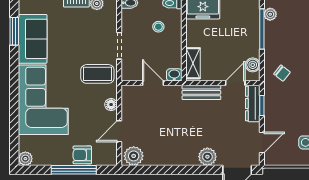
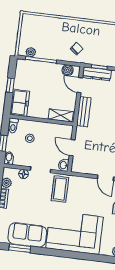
washbasin: (174, 75) -> (64, 165), moved
door: (153, 83) -> (72, 148), hinge flipped
floor lamp: (111, 105) -> (24, 174), moved

